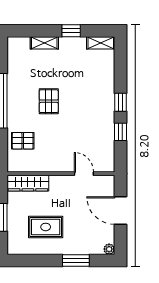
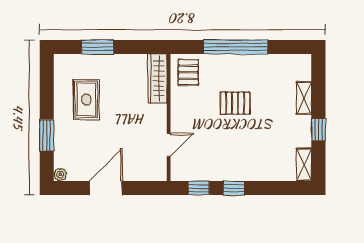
wall: (61, 174) -> (169, 117), moved
door: (84, 174) -> (169, 145), moved
wardrobe: (28, 183) -> (157, 79), moved

